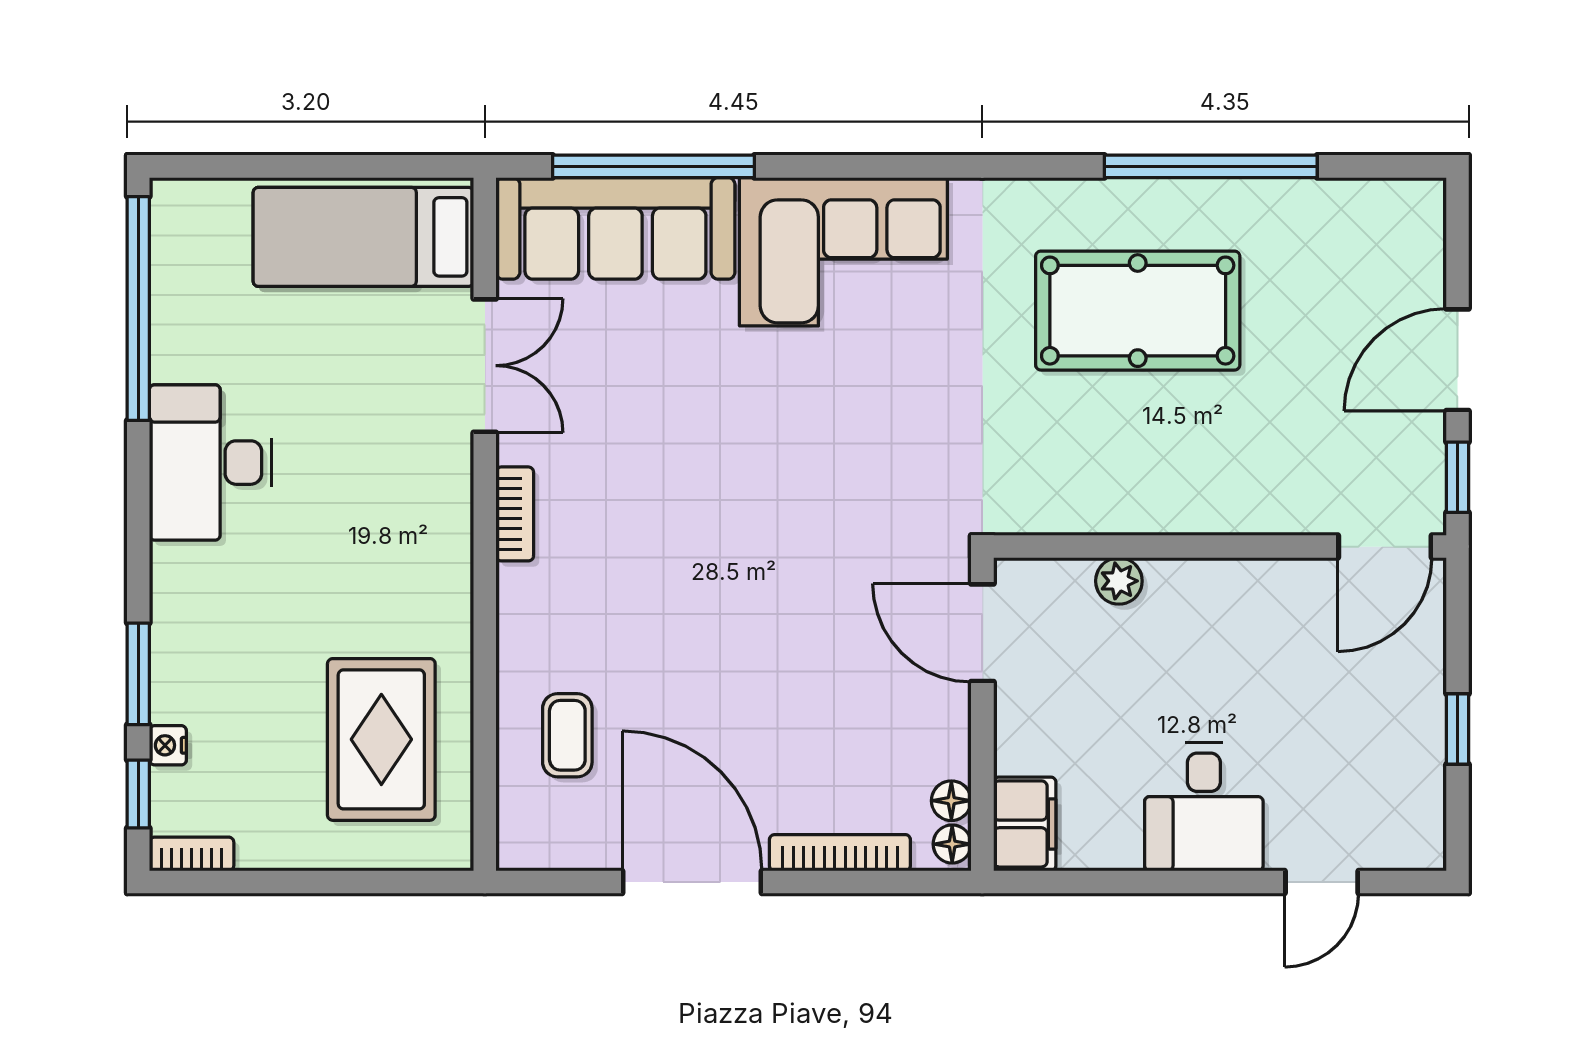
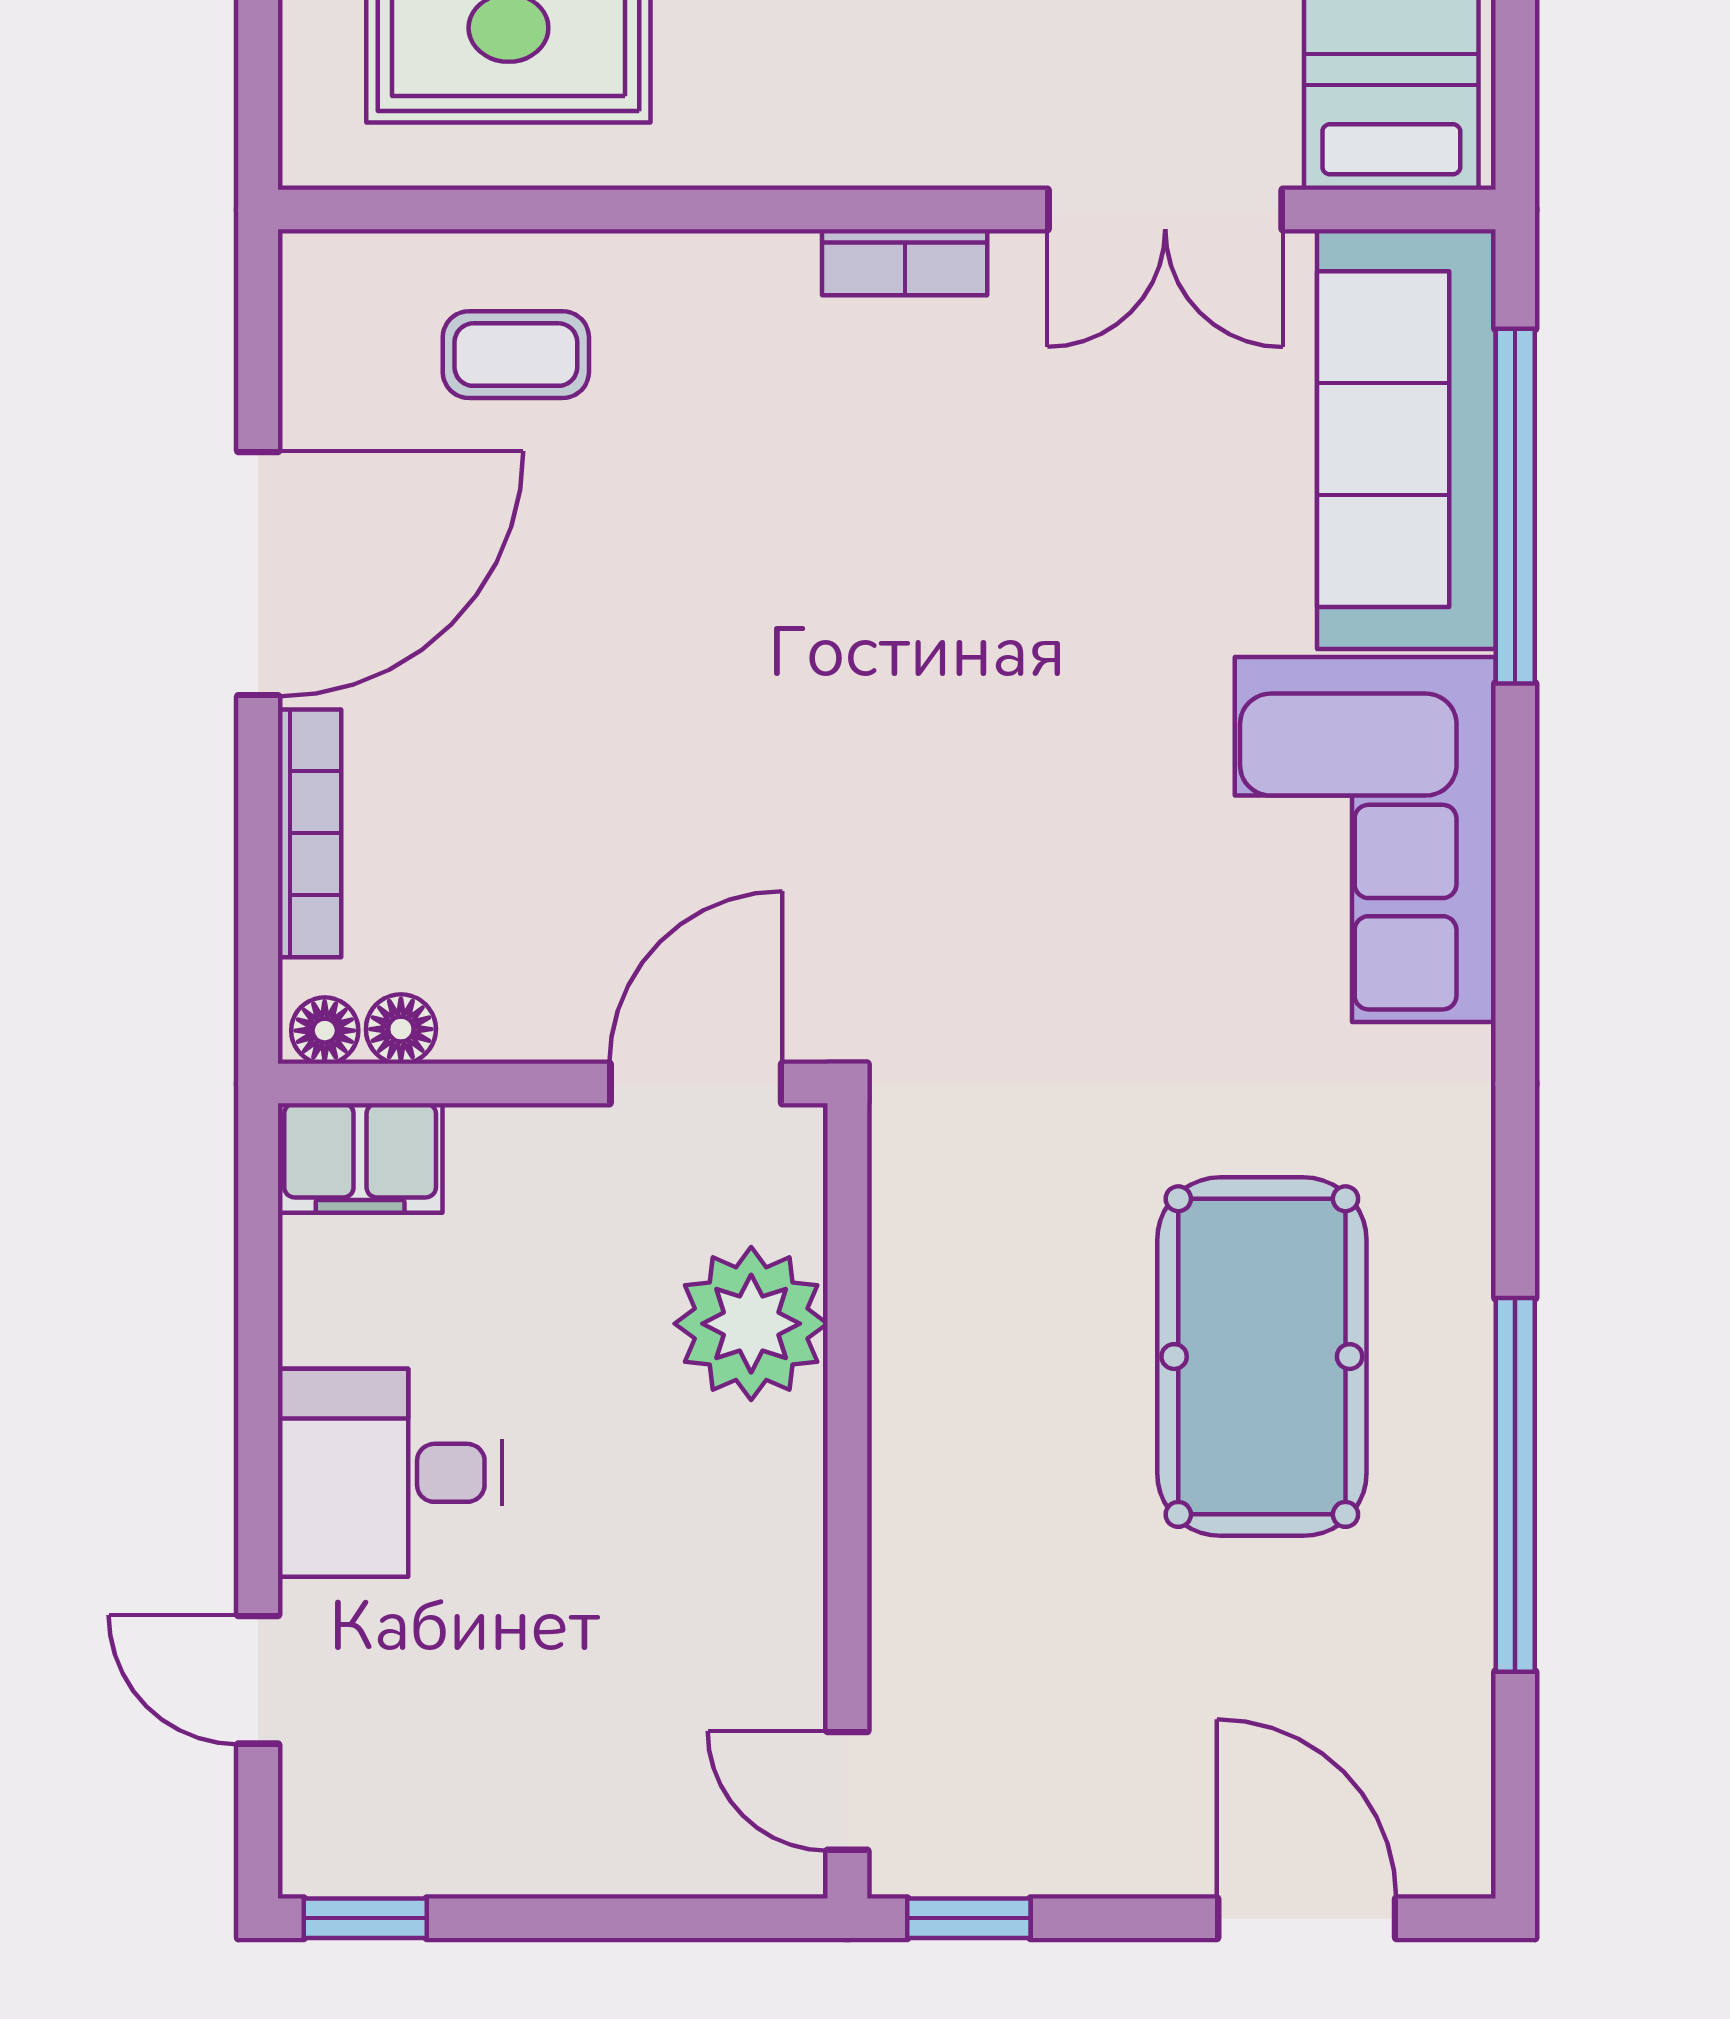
door: (1457, 360) -> (1307, 1918), moved
door: (1385, 547) -> (847, 1791), width x0.73
plant: (1119, 581) -> (751, 1324), width x1.87, depth x1.87
window: (1457, 729) -> (365, 1918), moved

